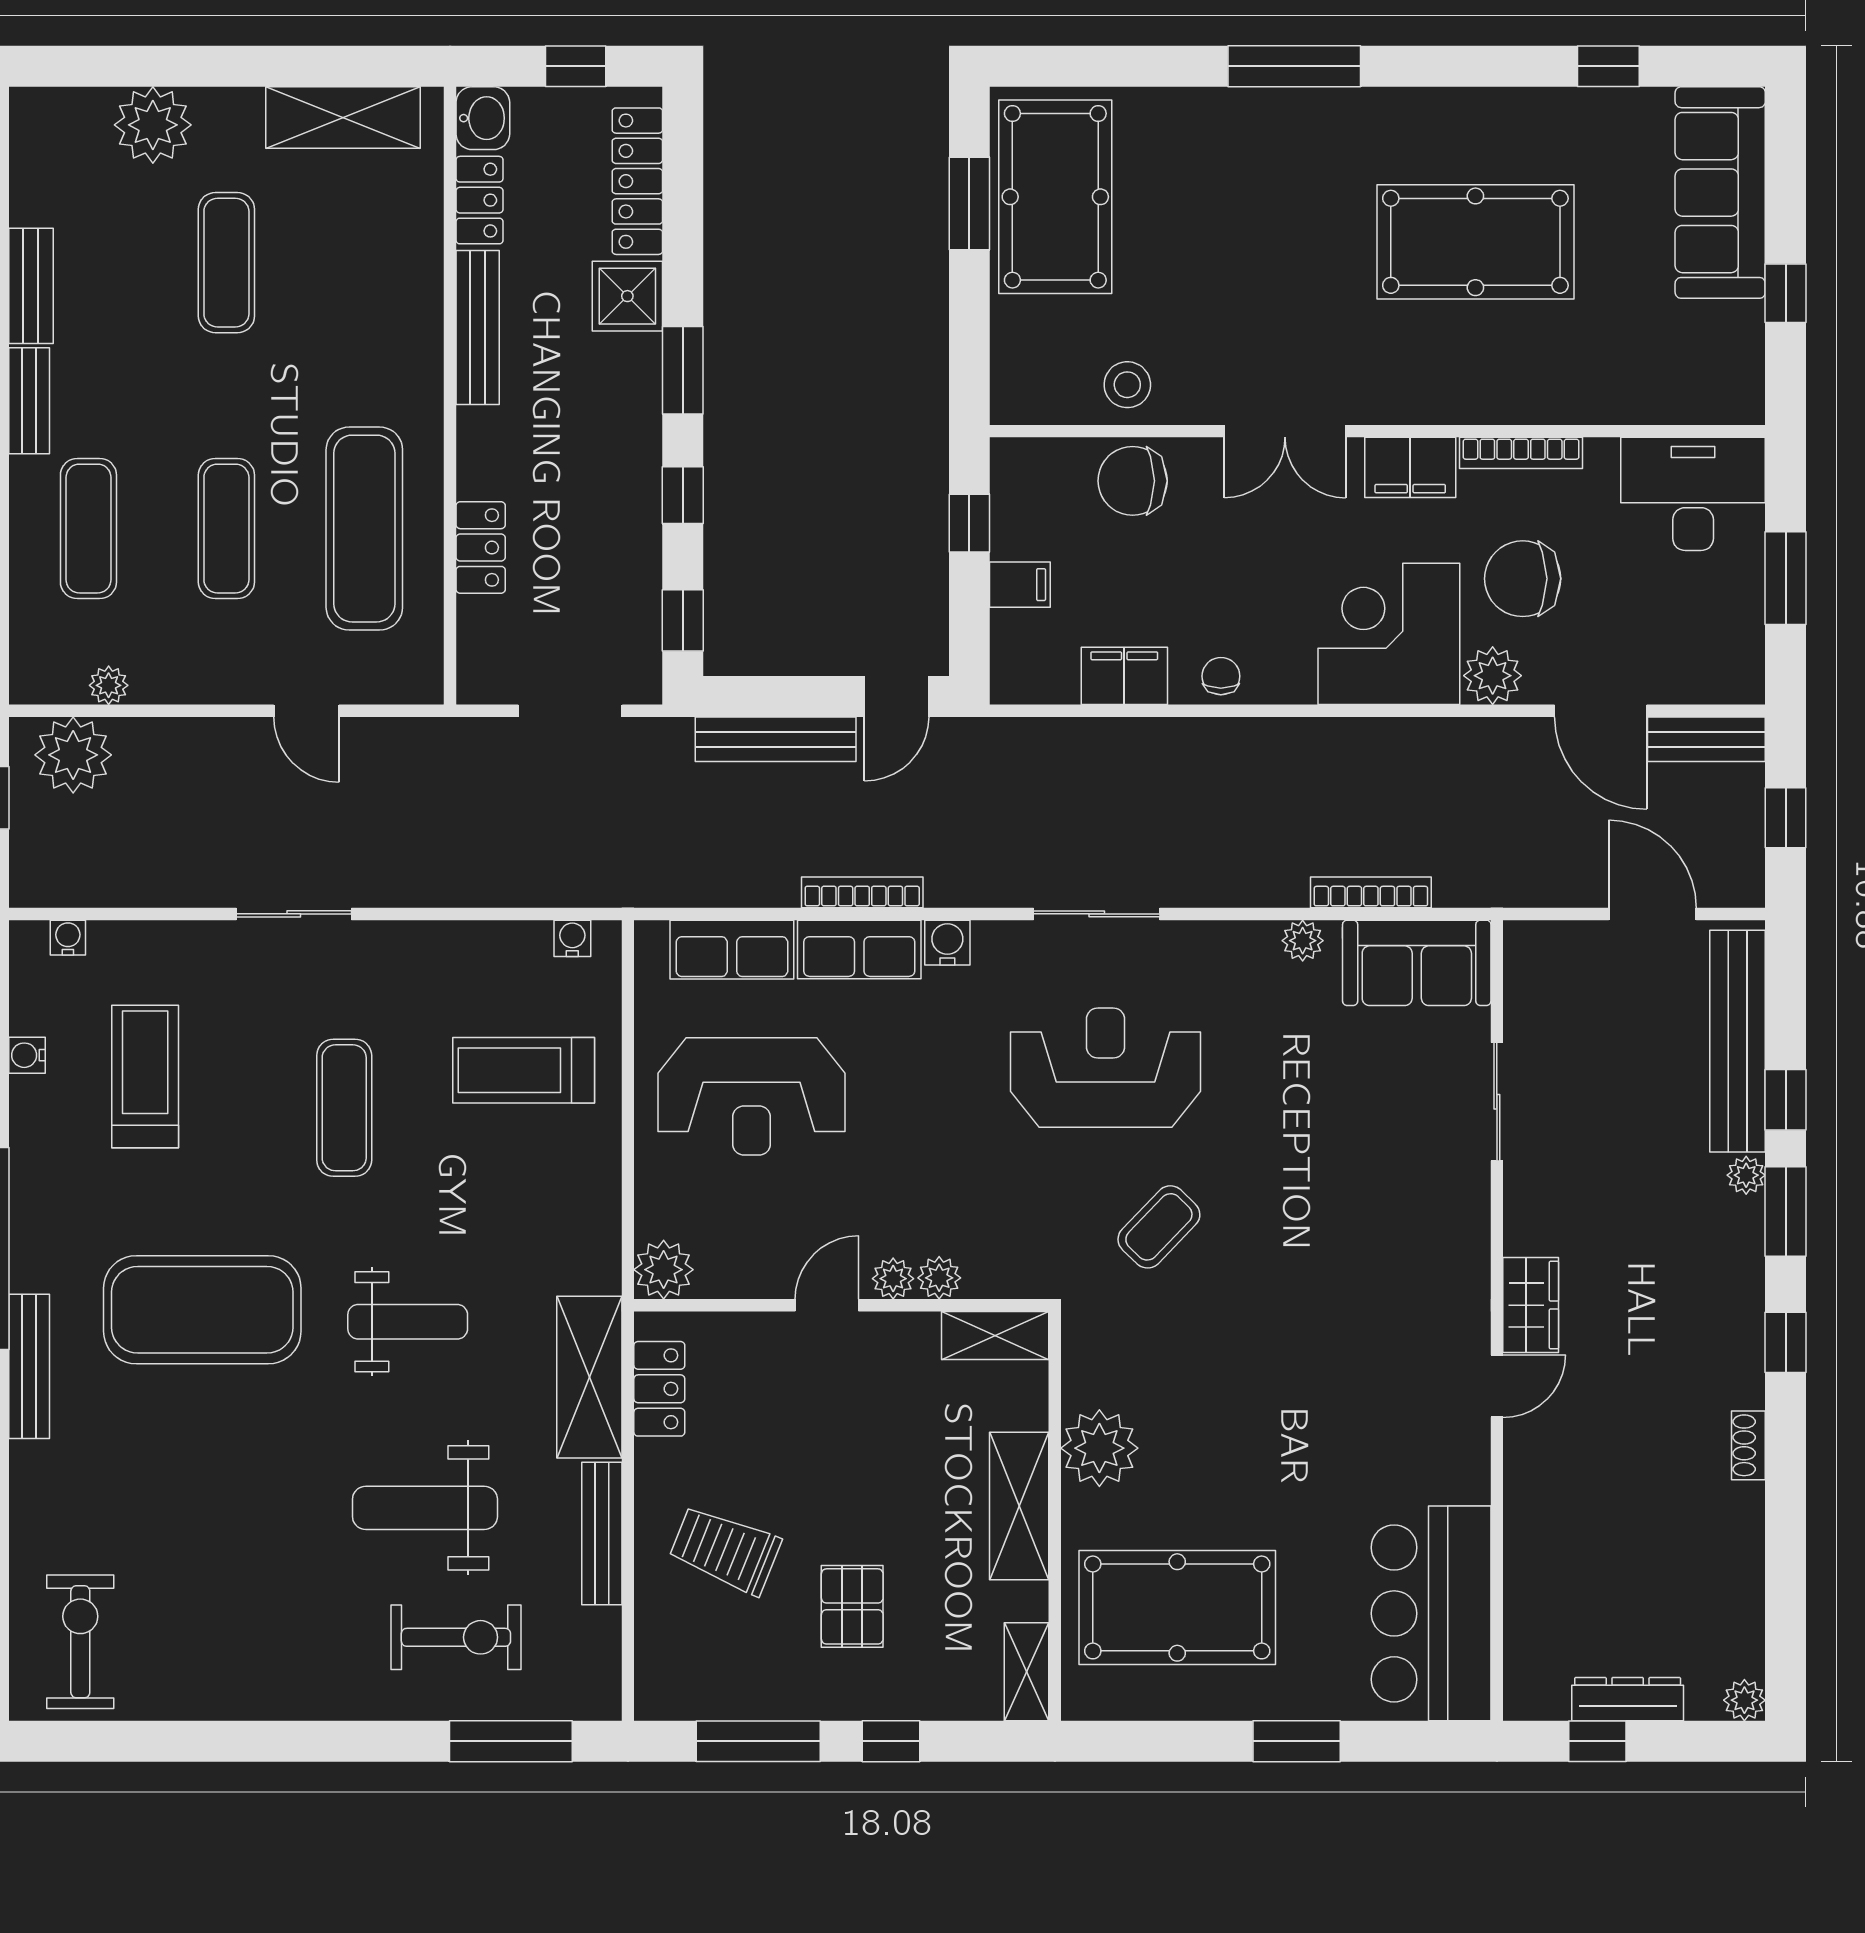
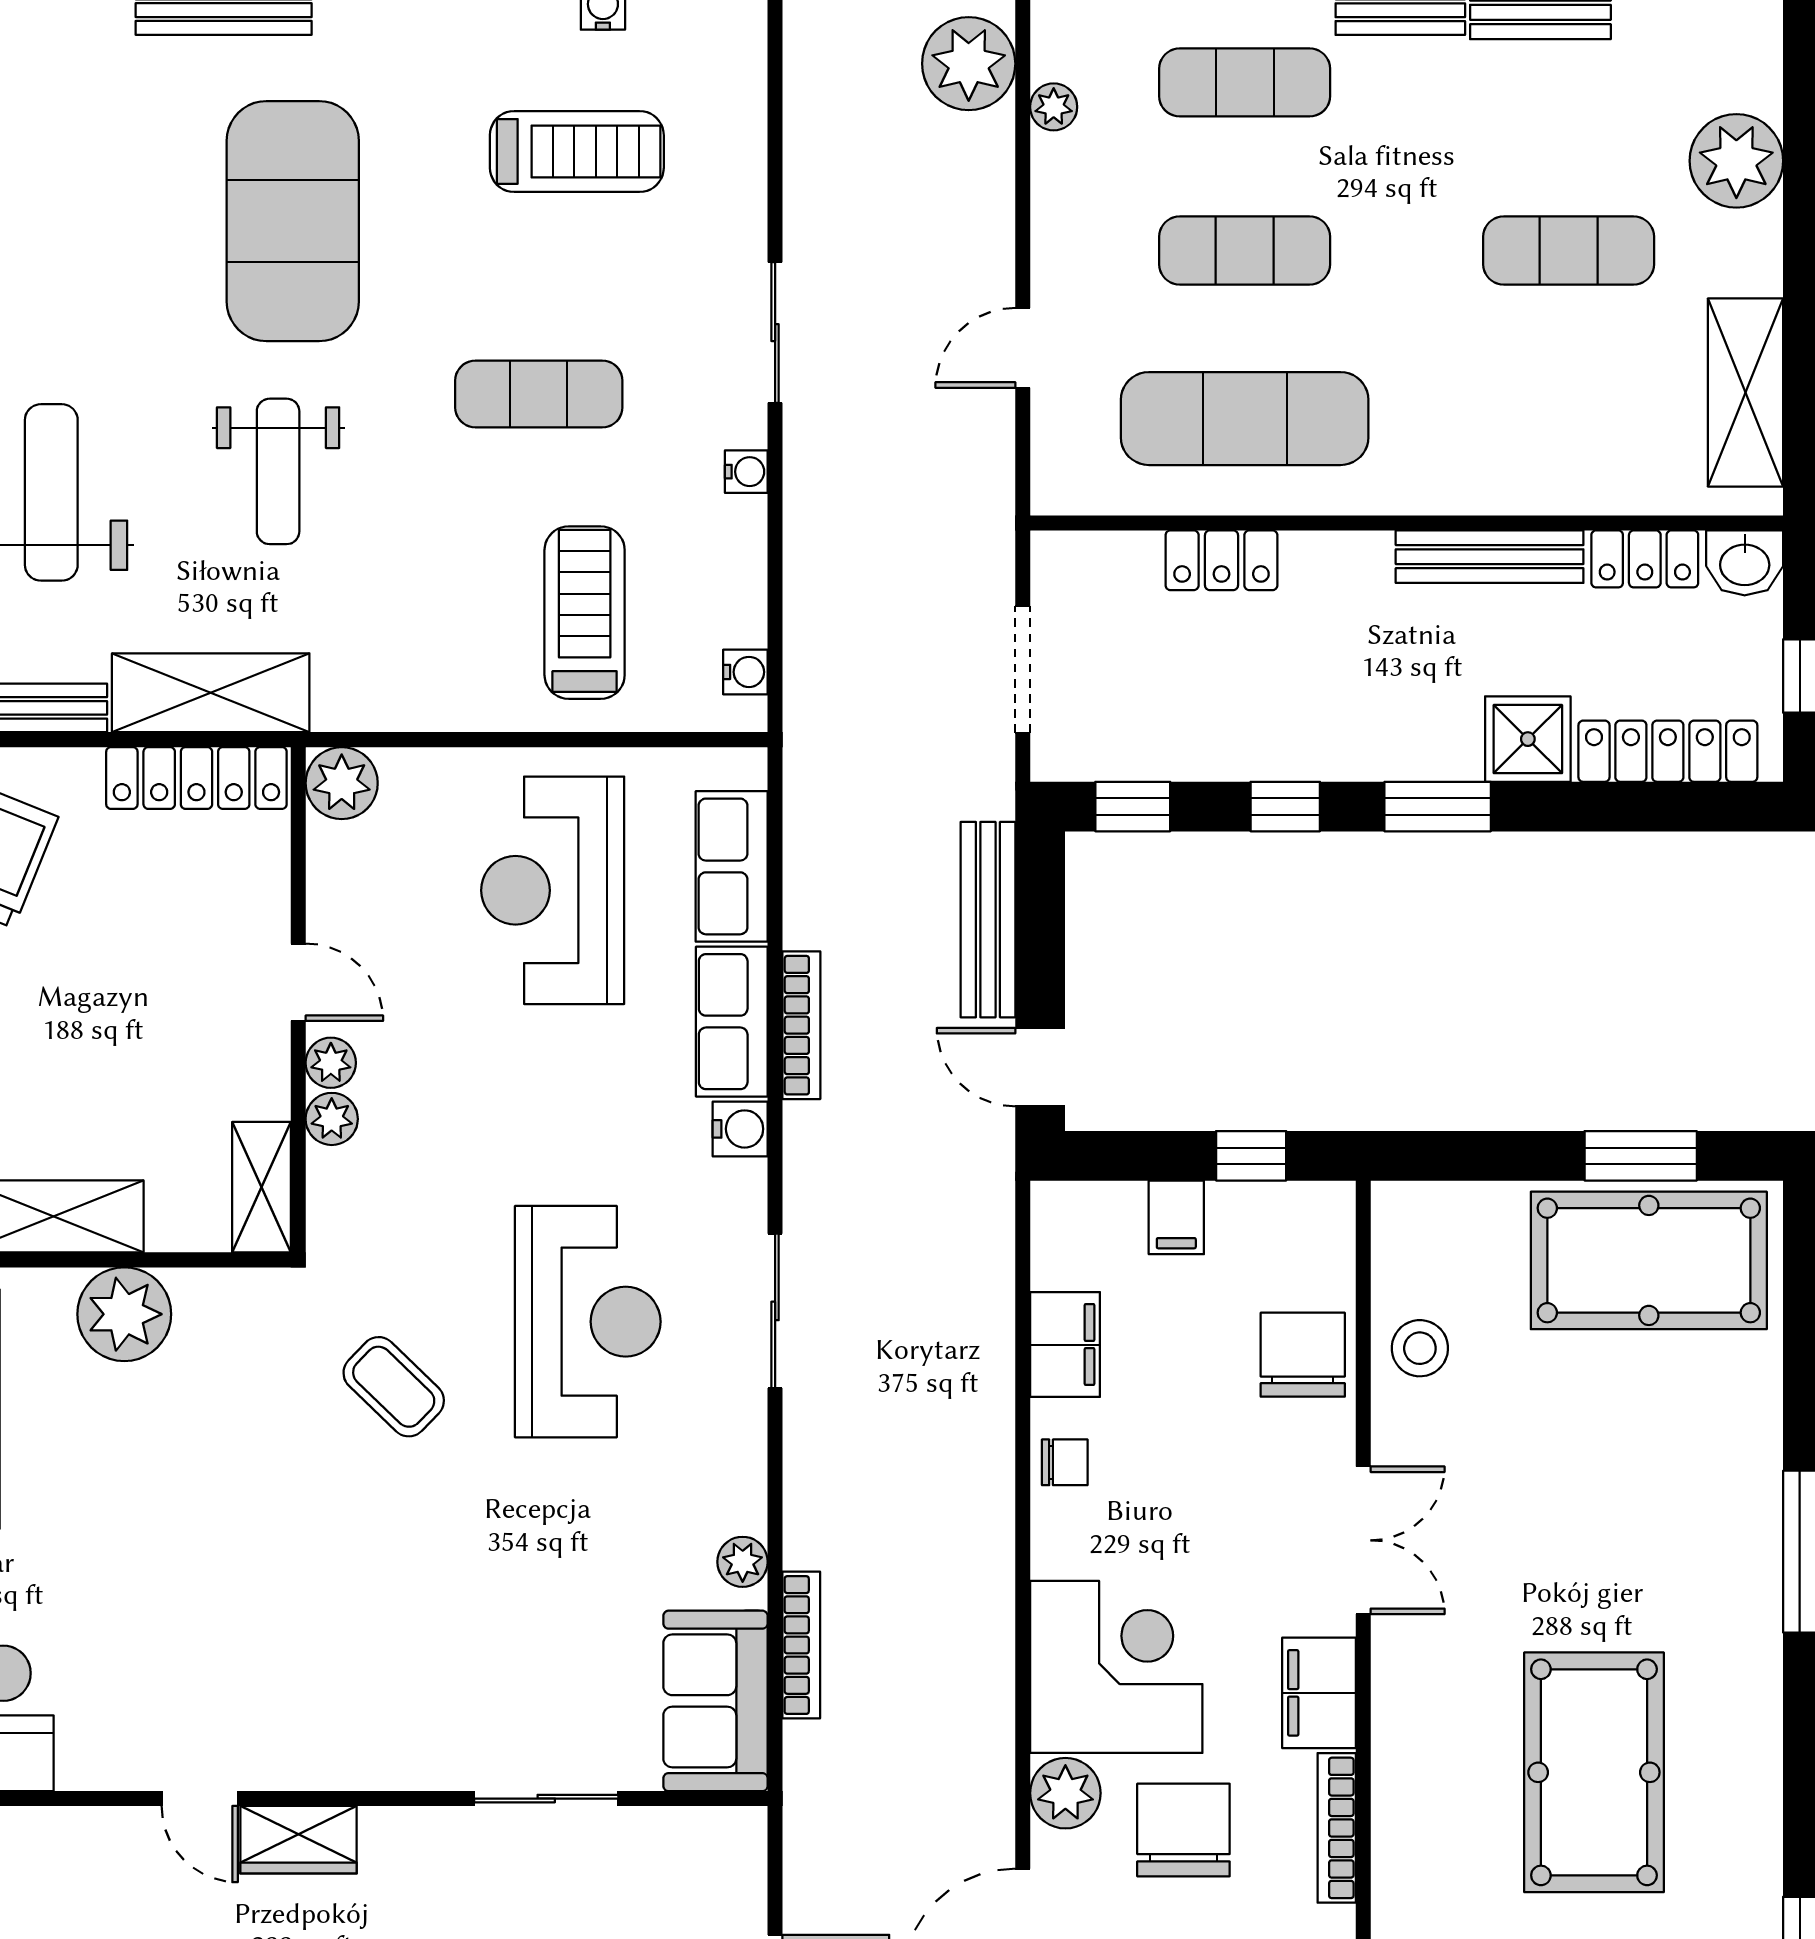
double door: (1285, 431) -> (1363, 1540), swing flipped
water cooler: (68, 938) -> (746, 472), moved
locker: (659, 1389) -> (196, 778), width x1.53

